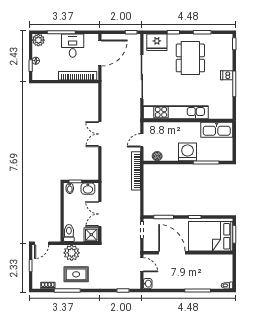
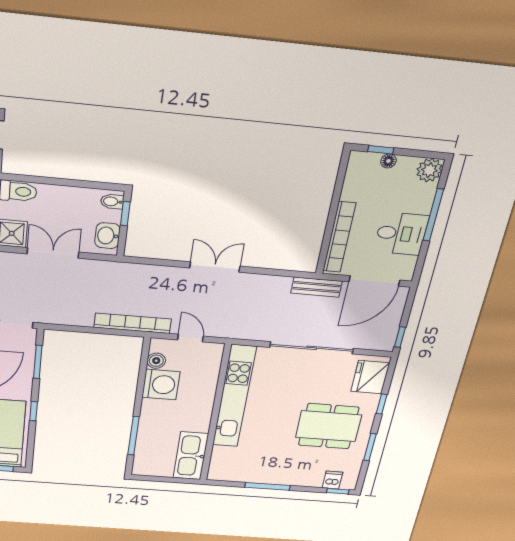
door: (100, 53) -> (374, 281), hinge flipped
dishwasher: (227, 75) -> (333, 480), moved
bench: (106, 81) -> (317, 287), added
washing machine: (188, 152) -> (161, 384), moved

